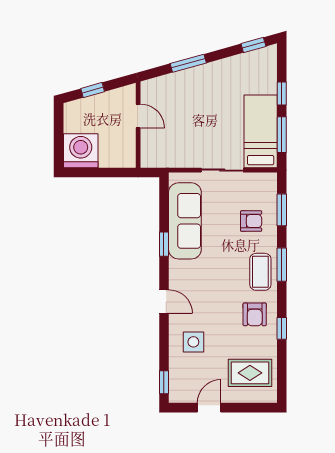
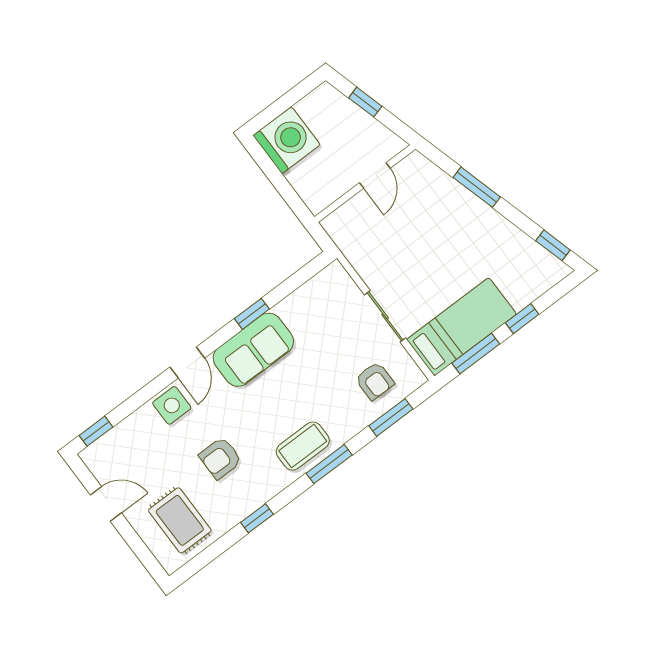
sofa: (185, 221) -> (253, 350), moved, width x0.73
armchair: (251, 221) -> (375, 381), moved
armchair: (255, 314) -> (220, 458), moved
side table: (193, 342) -> (172, 405), moved

